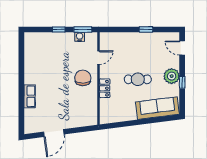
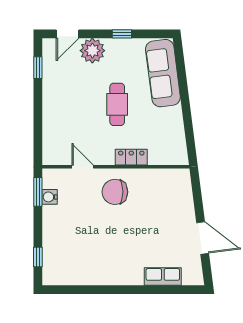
window: (59, 29) -> (38, 257), moved
window: (146, 29) -> (38, 68), moved
plant: (172, 76) -> (92, 51), moved
row of seats: (30, 96) -> (163, 277), moved

